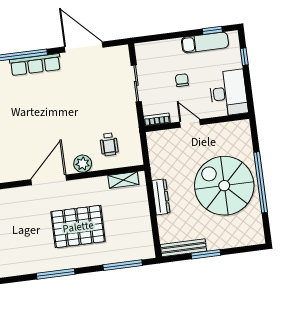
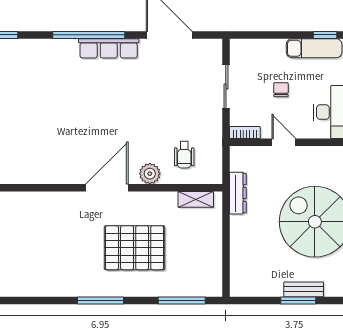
dresser: (161, 197) -> (238, 193), moved
bench: (183, 248) -> (304, 289), moved, width x0.73
window: (206, 254) -> (298, 301), moved

